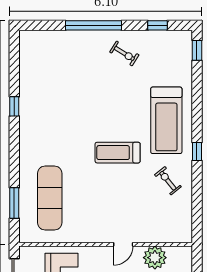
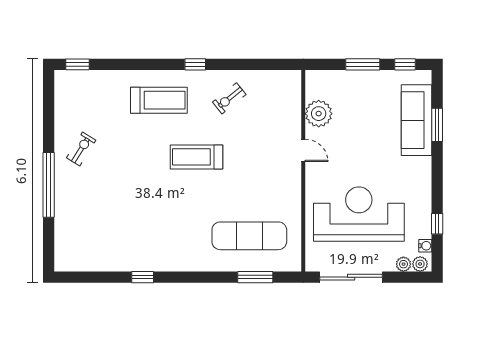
window: (157, 25) -> (49, 110), removed
treadmill: (166, 120) -> (159, 100), width x0.73, depth x0.73
treadmill: (118, 153) -> (196, 157), turned 90

